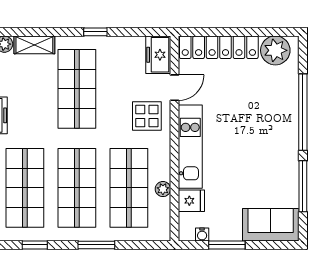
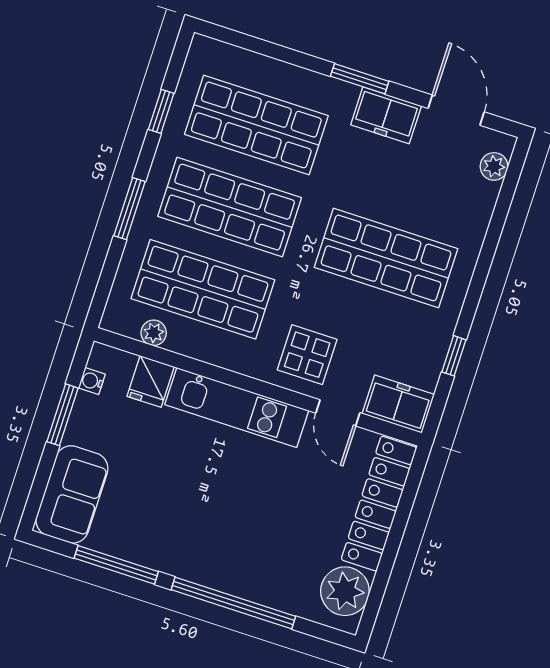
window: (95, 32) -> (454, 356), moved
shelving: (34, 45) -> (477, 214), removed
plant: (163, 189) -> (154, 333), moved

